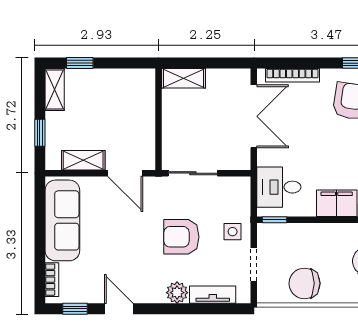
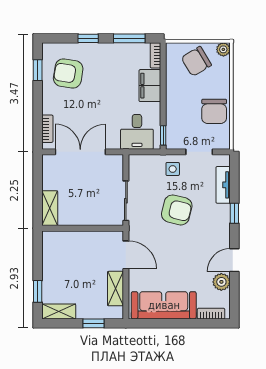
bookcase: (292, 75) -> (47, 129), width x0.64
door: (125, 173) -> (126, 255), hinge flipped
armchair: (181, 237) -> (177, 210), turned -76
plant: (177, 293) -> (221, 282), moved
window: (75, 309) -> (234, 213), moved

